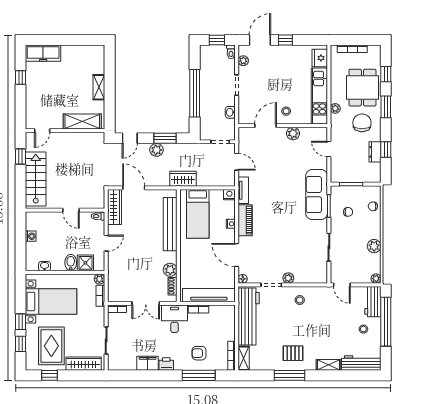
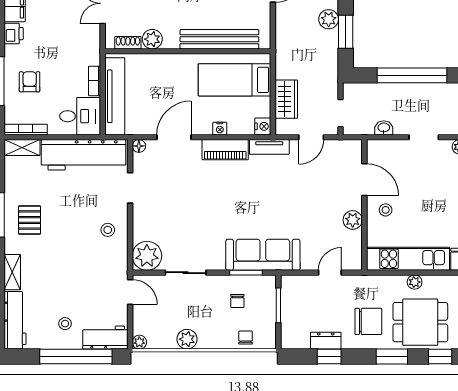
plant: (335, 108) -> (415, 282), moved
wardrobe: (183, 179) -> (286, 99), moved
plant: (288, 278) -> (147, 256), moved, width x1.87, depth x1.87
door: (342, 285) -> (130, 292), swing flipped
desk: (175, 319) -> (80, 116), moved

